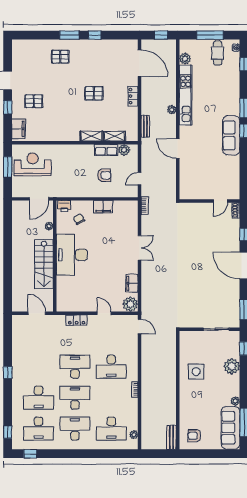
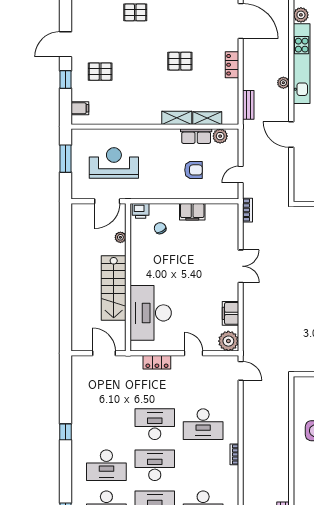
filing cabinet: (18, 129) -> (80, 108), width x0.50
reception desk: (33, 164) -> (114, 163), moved
desk: (72, 255) -> (151, 313), moved

